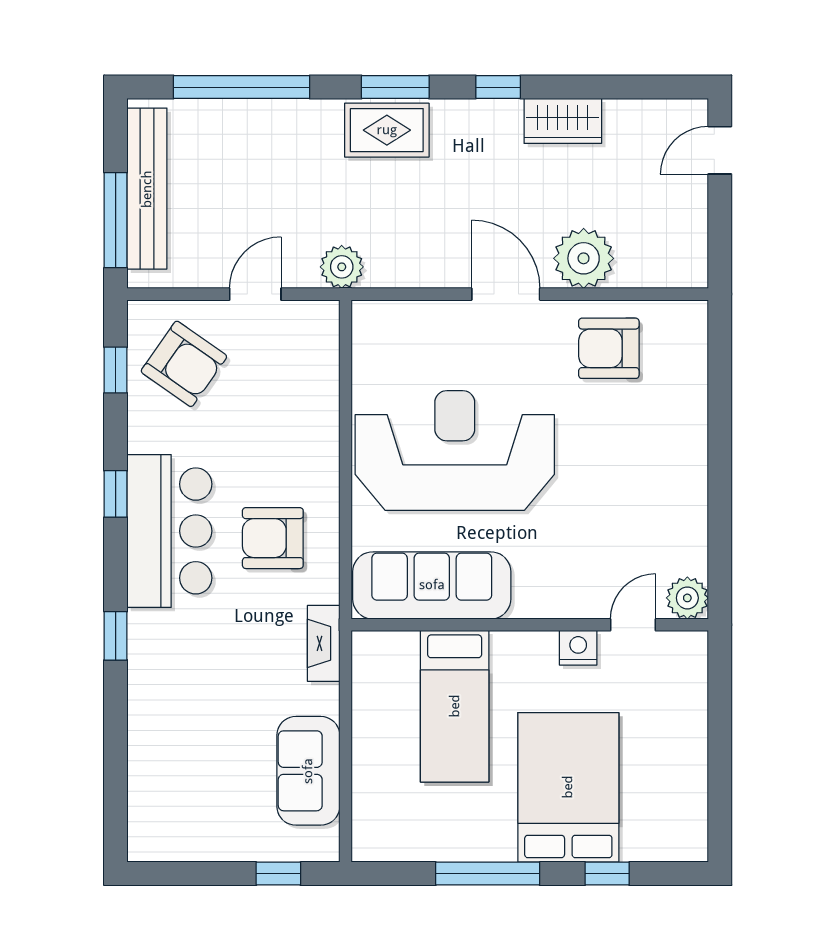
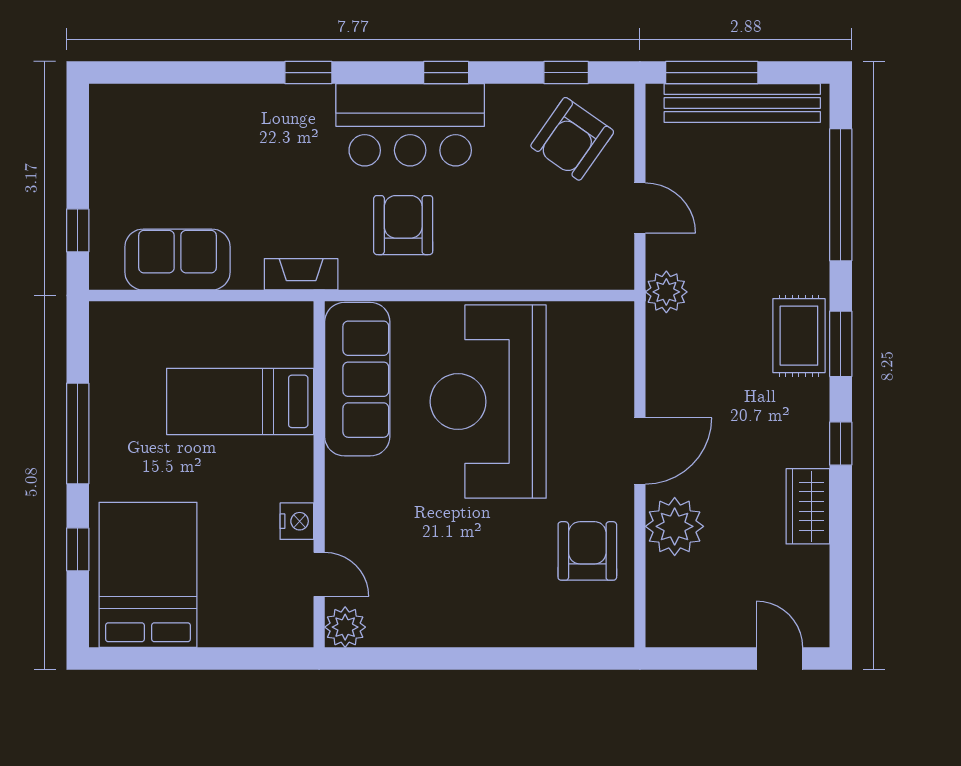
reception desk: (455, 450) -> (488, 402), turned 180
bed: (568, 787) -> (148, 575), moved, turned -90

